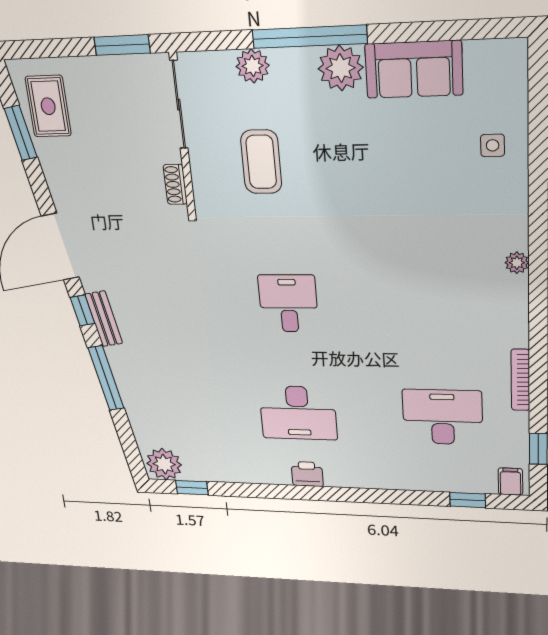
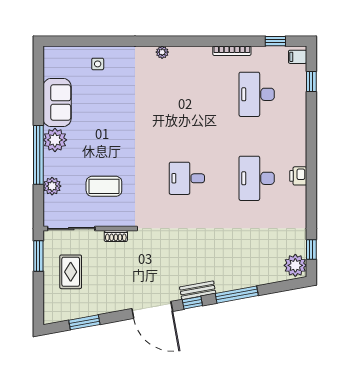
rug: (48, 106) -> (71, 272), moved, turned 90
desk: (298, 413) -> (257, 178), turned 180

